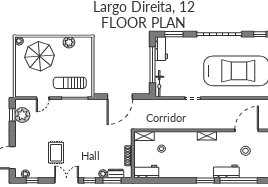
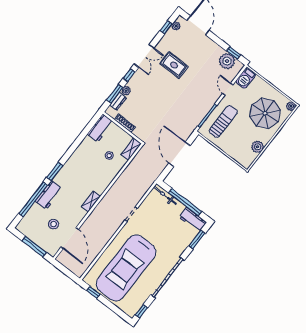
barbecue: (24, 91) -> (246, 78), added

